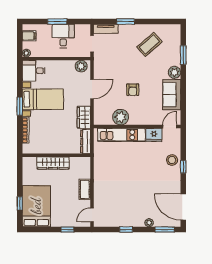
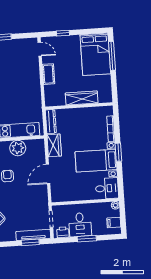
window: (126, 21) -> (30, 242), moved
tv unit: (106, 29) -> (33, 235), width x1.41
printer: (81, 30) -> (63, 232), added
plant: (81, 66) -> (60, 196), removed
window: (20, 203) -> (112, 56), width x2.17
door: (92, 215) -> (40, 49), hinge flipped

